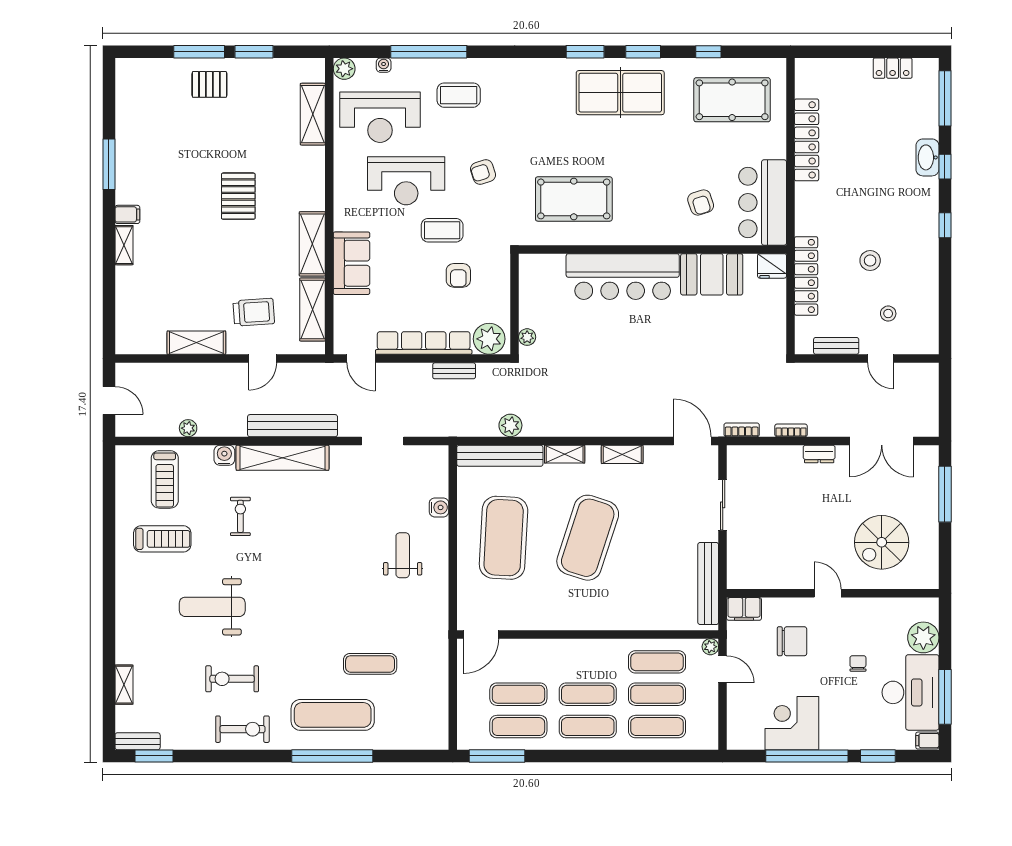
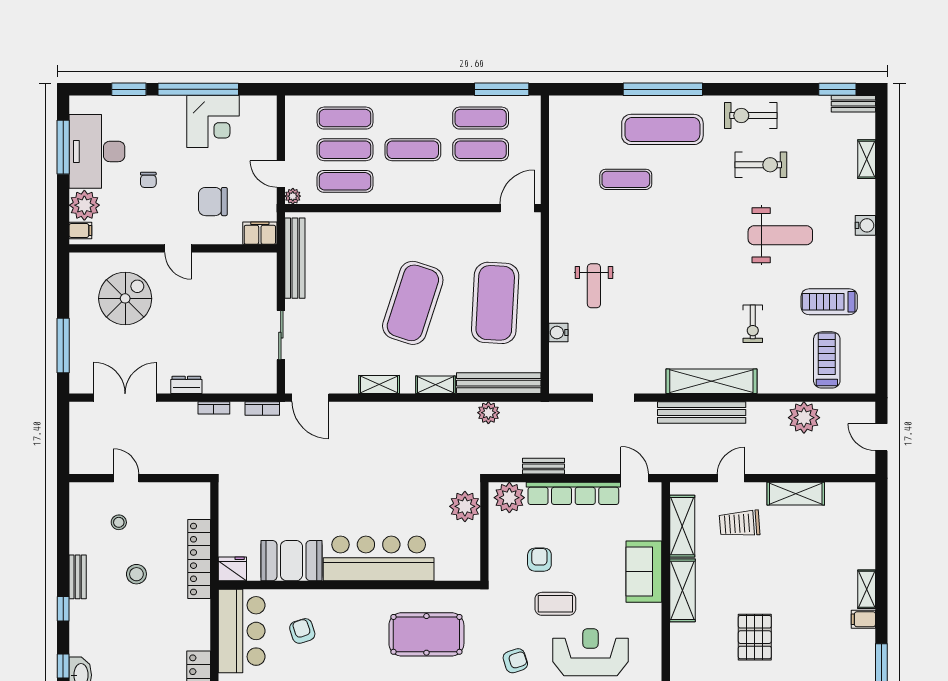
plant: (527, 337) -> (465, 506), width x1.88, depth x1.88
bench: (836, 346) -> (78, 577), moved, turned 90
plant: (188, 428) -> (804, 418), width x1.87, depth x1.87
water cooler: (224, 455) -> (865, 225), moved, turned -90
exercise mat: (588, 727) -> (413, 118), removed
filing cabinet: (927, 741) -> (80, 230), moved

